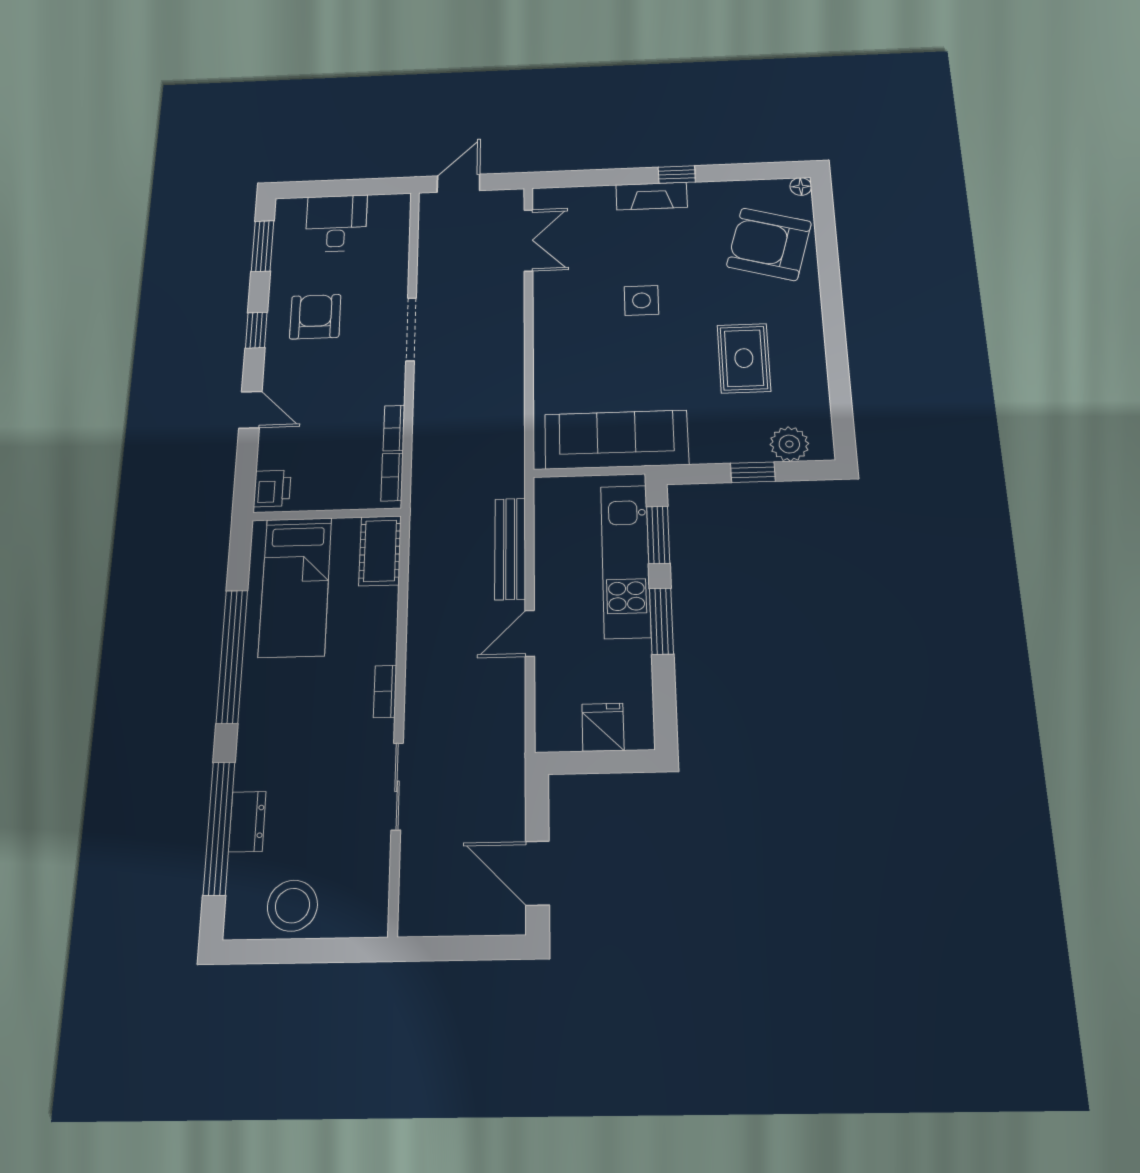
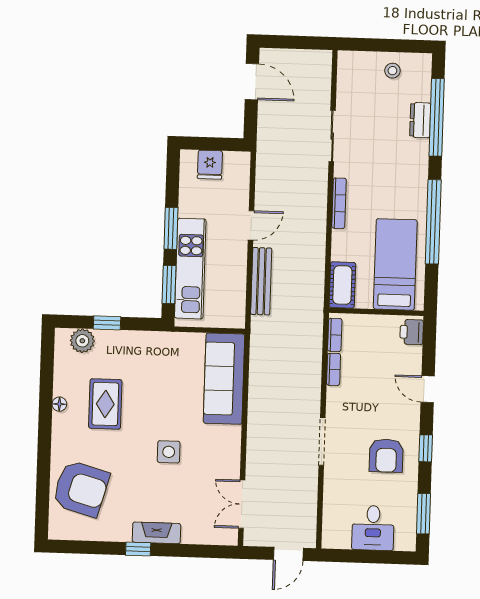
floor lamp: (801, 187) -> (59, 404), moved
sofa: (616, 439) -> (224, 379), moved, turned 90
bookcase: (385, 691) -> (339, 203), width x1.56
stool: (292, 906) -> (392, 71), width x0.53, depth x0.53

